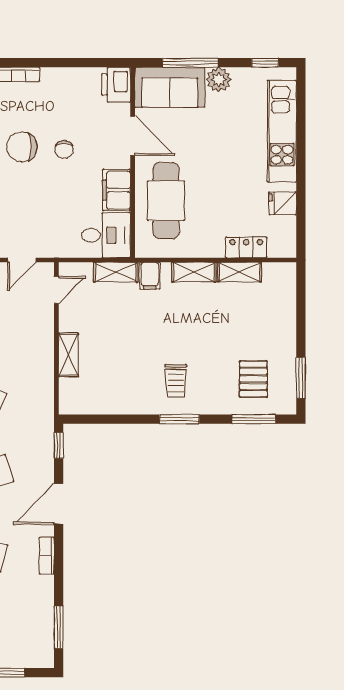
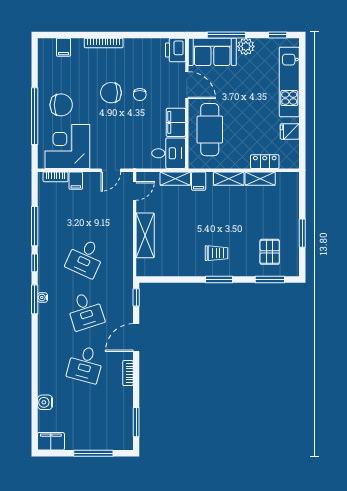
shelving: (68, 355) -> (145, 235), width x1.50, depth x1.33
window: (301, 378) -> (302, 233), moved
trolley: (176, 381) -> (216, 253), turned -90

